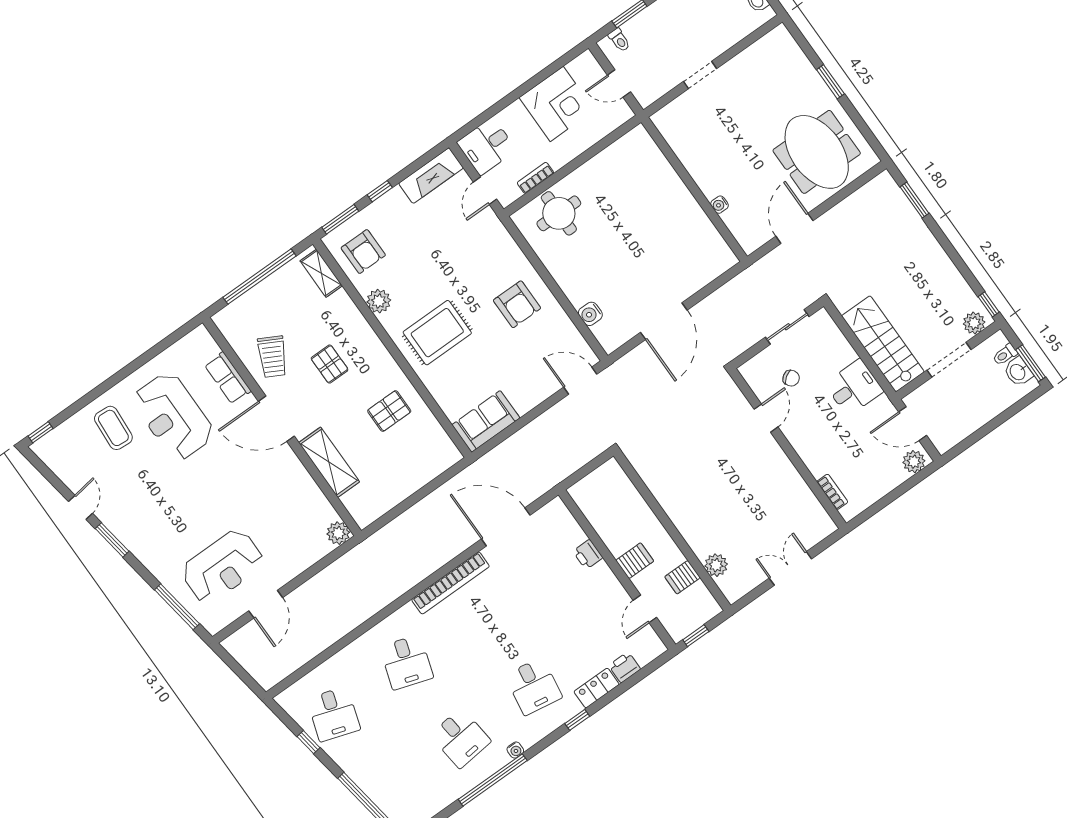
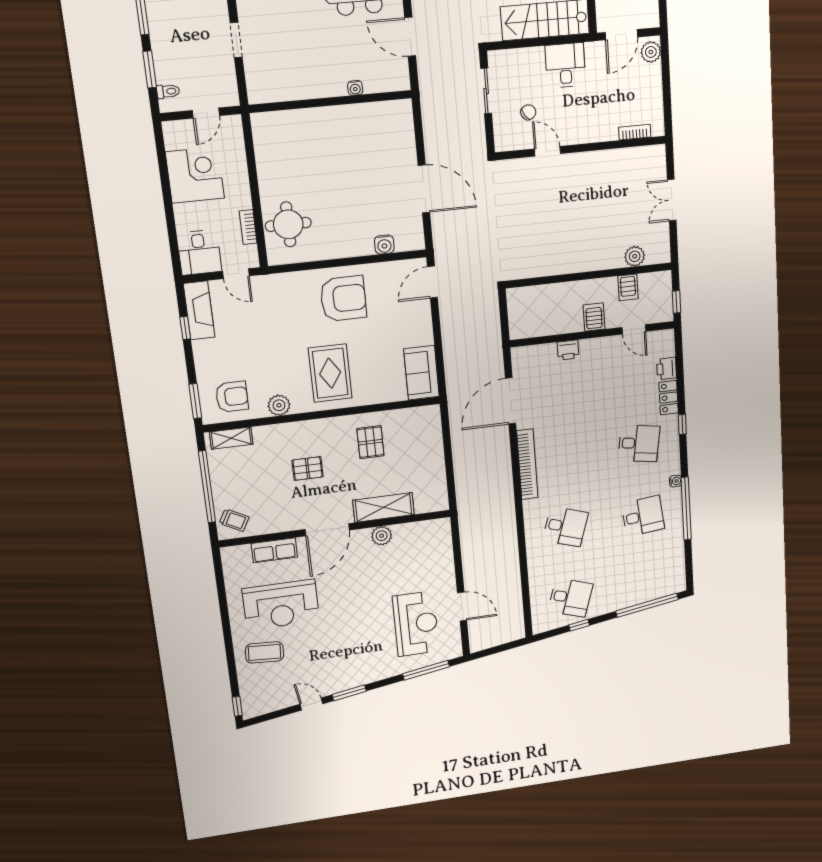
window: (380, 191) -> (185, 328), moved
armchair: (517, 304) -> (343, 299), width x1.36, depth x1.36
trolley: (272, 357) -> (234, 520), moved, width x0.73, depth x0.72
plant: (338, 533) -> (382, 536), moved

